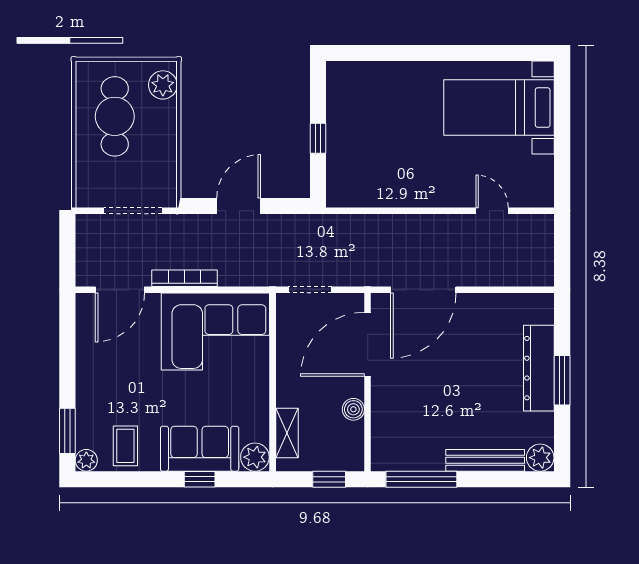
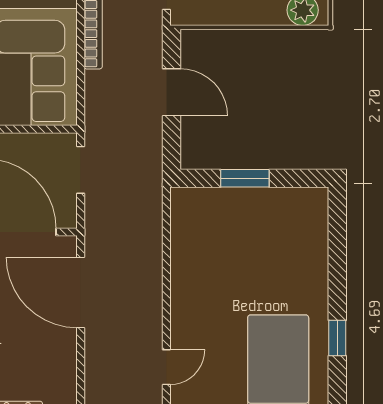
window: (465, 53) -> (337, 338), added
window: (318, 138) -> (245, 178), width x1.50

